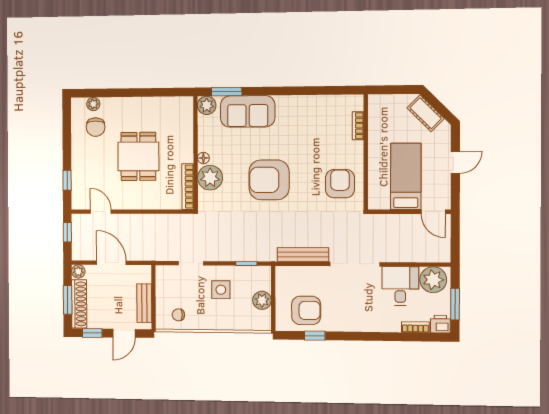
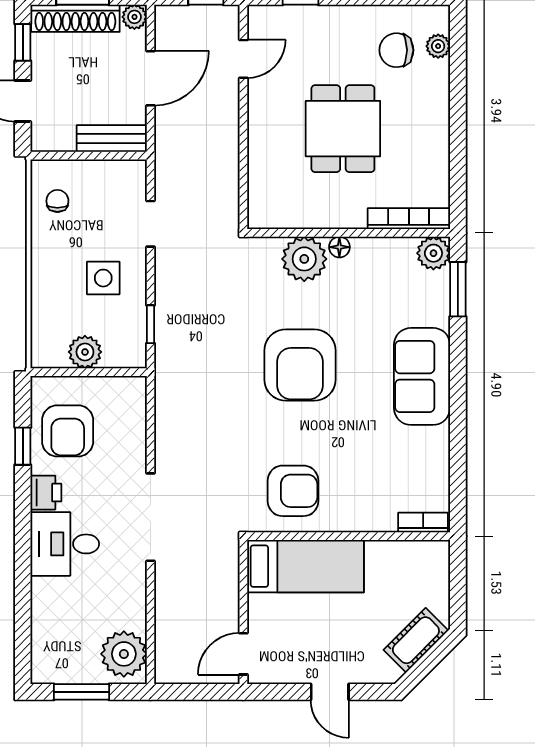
sofa: (248, 111) -> (422, 376), moved
bookcase: (358, 126) -> (423, 522), moved
dining table: (138, 156) -> (343, 129), turned 90
bed: (406, 176) -> (305, 566), moved
armchair: (269, 180) -> (300, 365), turned 180
bookcase: (188, 187) -> (409, 219), moved
bench: (303, 255) -> (167, 425), removed
desk: (400, 286) -> (65, 544), moved, turned 180
bench: (144, 303) -> (112, 138), moved
printer: (440, 324) -> (46, 493), moved
bookcase: (415, 327) -> (40, 623), removed

